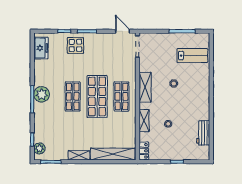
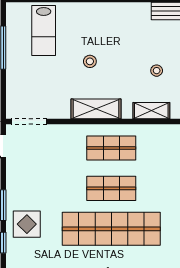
lab bench: (192, 56) -> (44, 31), turned 180
shop shelf: (73, 96) -> (111, 229), width x2.00, depth x1.36
shop shelf: (97, 96) -> (111, 188), width x0.70, depth x0.74

